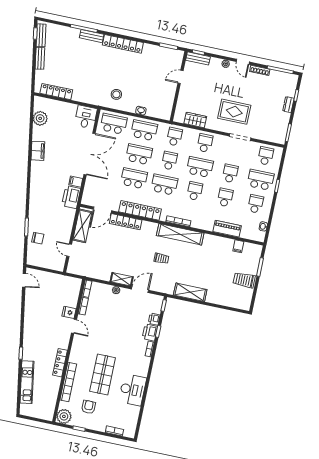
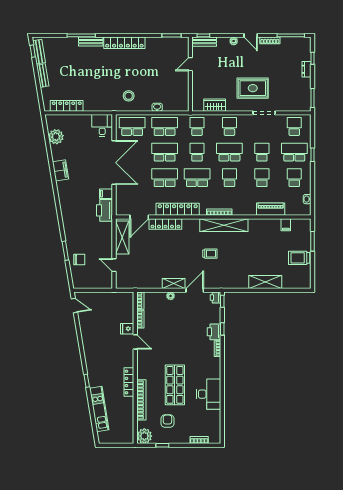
shelving: (190, 292) -> (265, 282), moved
printer: (154, 319) -> (216, 297), moved

